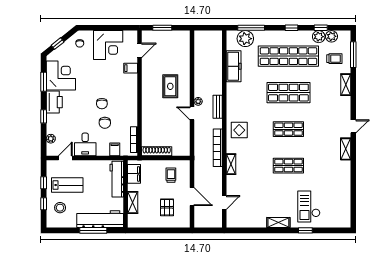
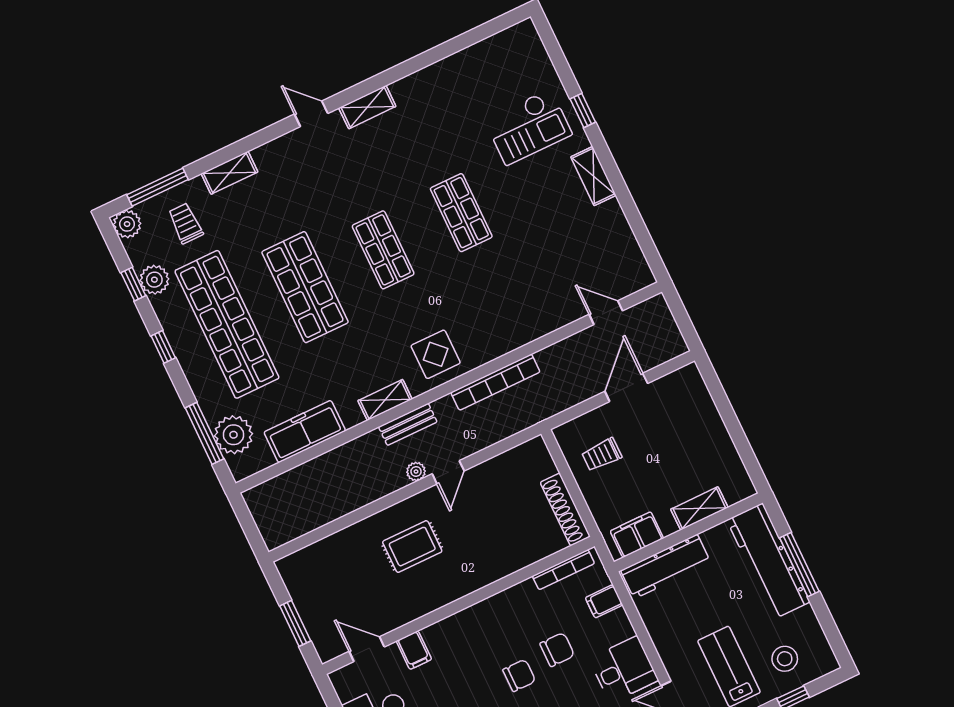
plant: (332, 36) -> (127, 224), moved
shelving: (231, 164) -> (385, 400), moved
pallet: (167, 207) -> (675, 430), removed

